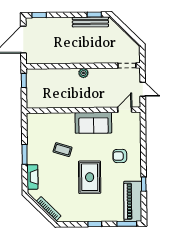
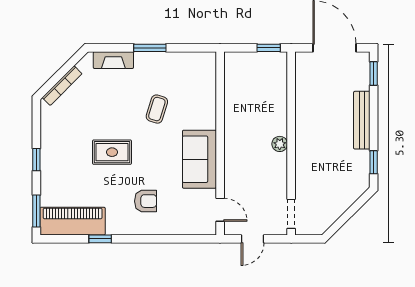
bench: (90, 22) -> (362, 120), moved
armchair: (120, 156) -> (146, 201), turned 90
rug: (90, 177) -> (112, 152), width x0.73, depth x0.70

